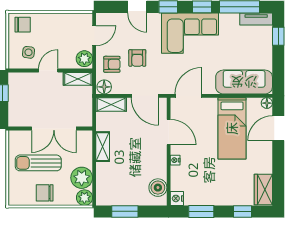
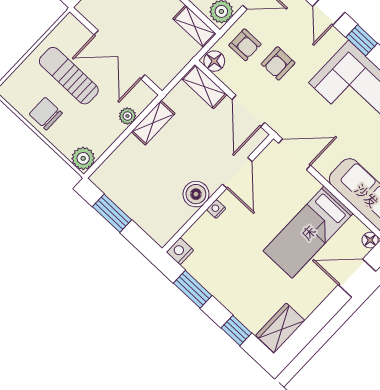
plant: (82, 178) -> (127, 116), moved, width x0.53, depth x0.53
boiler: (158, 188) -> (196, 194), moved

